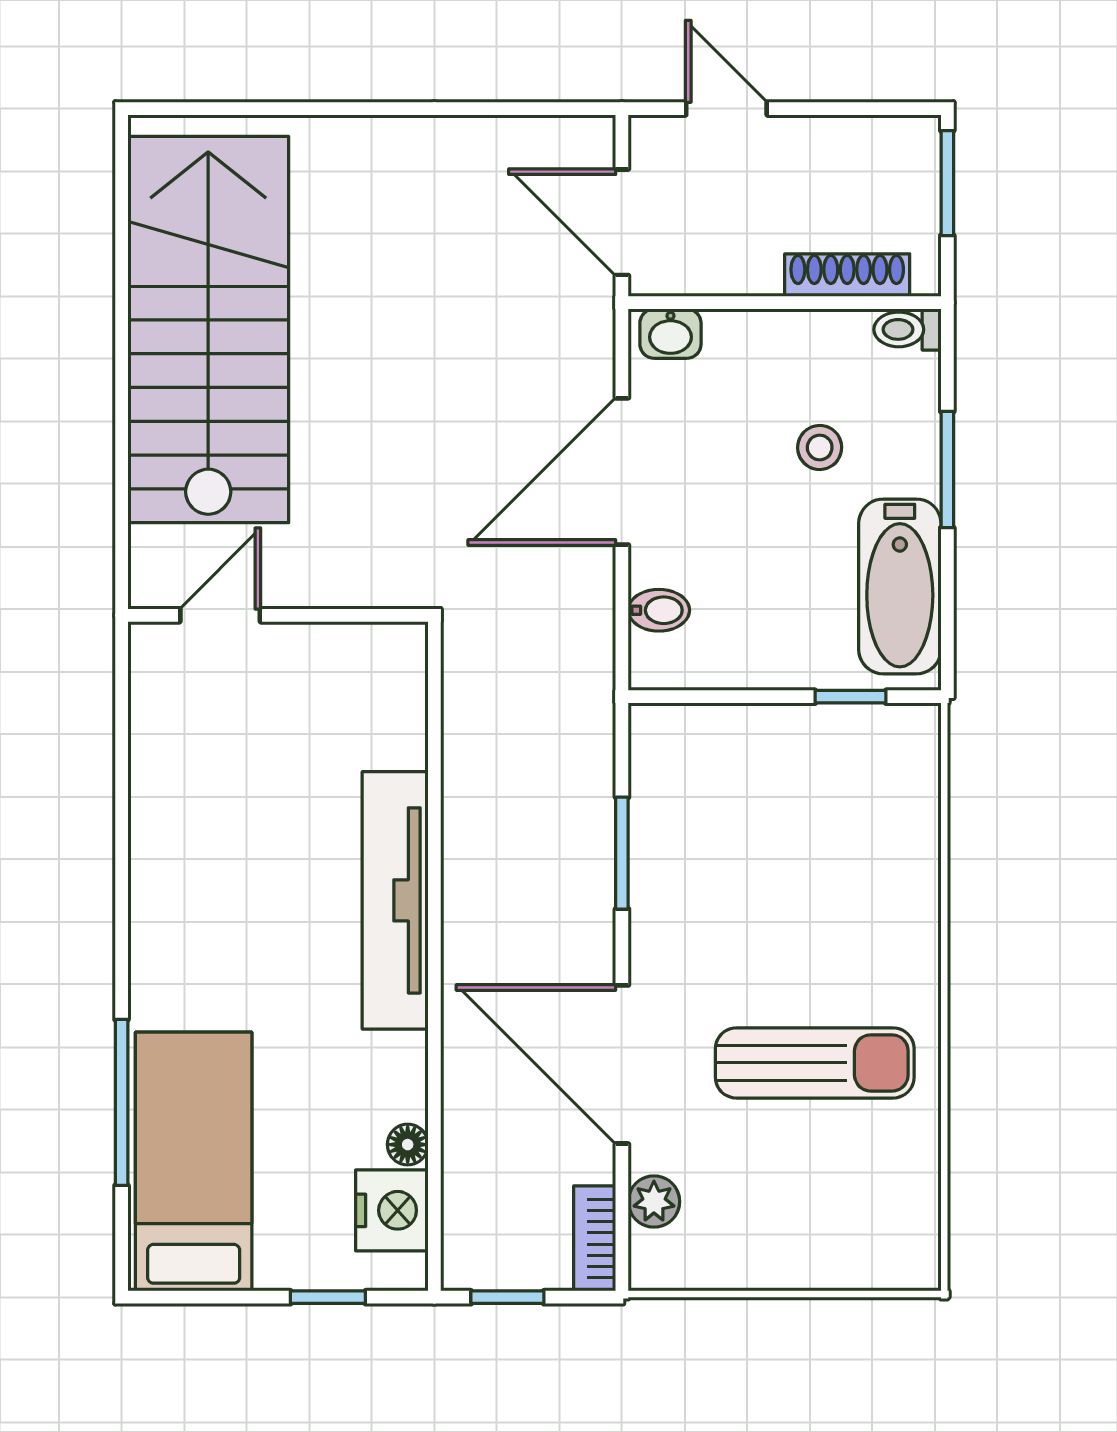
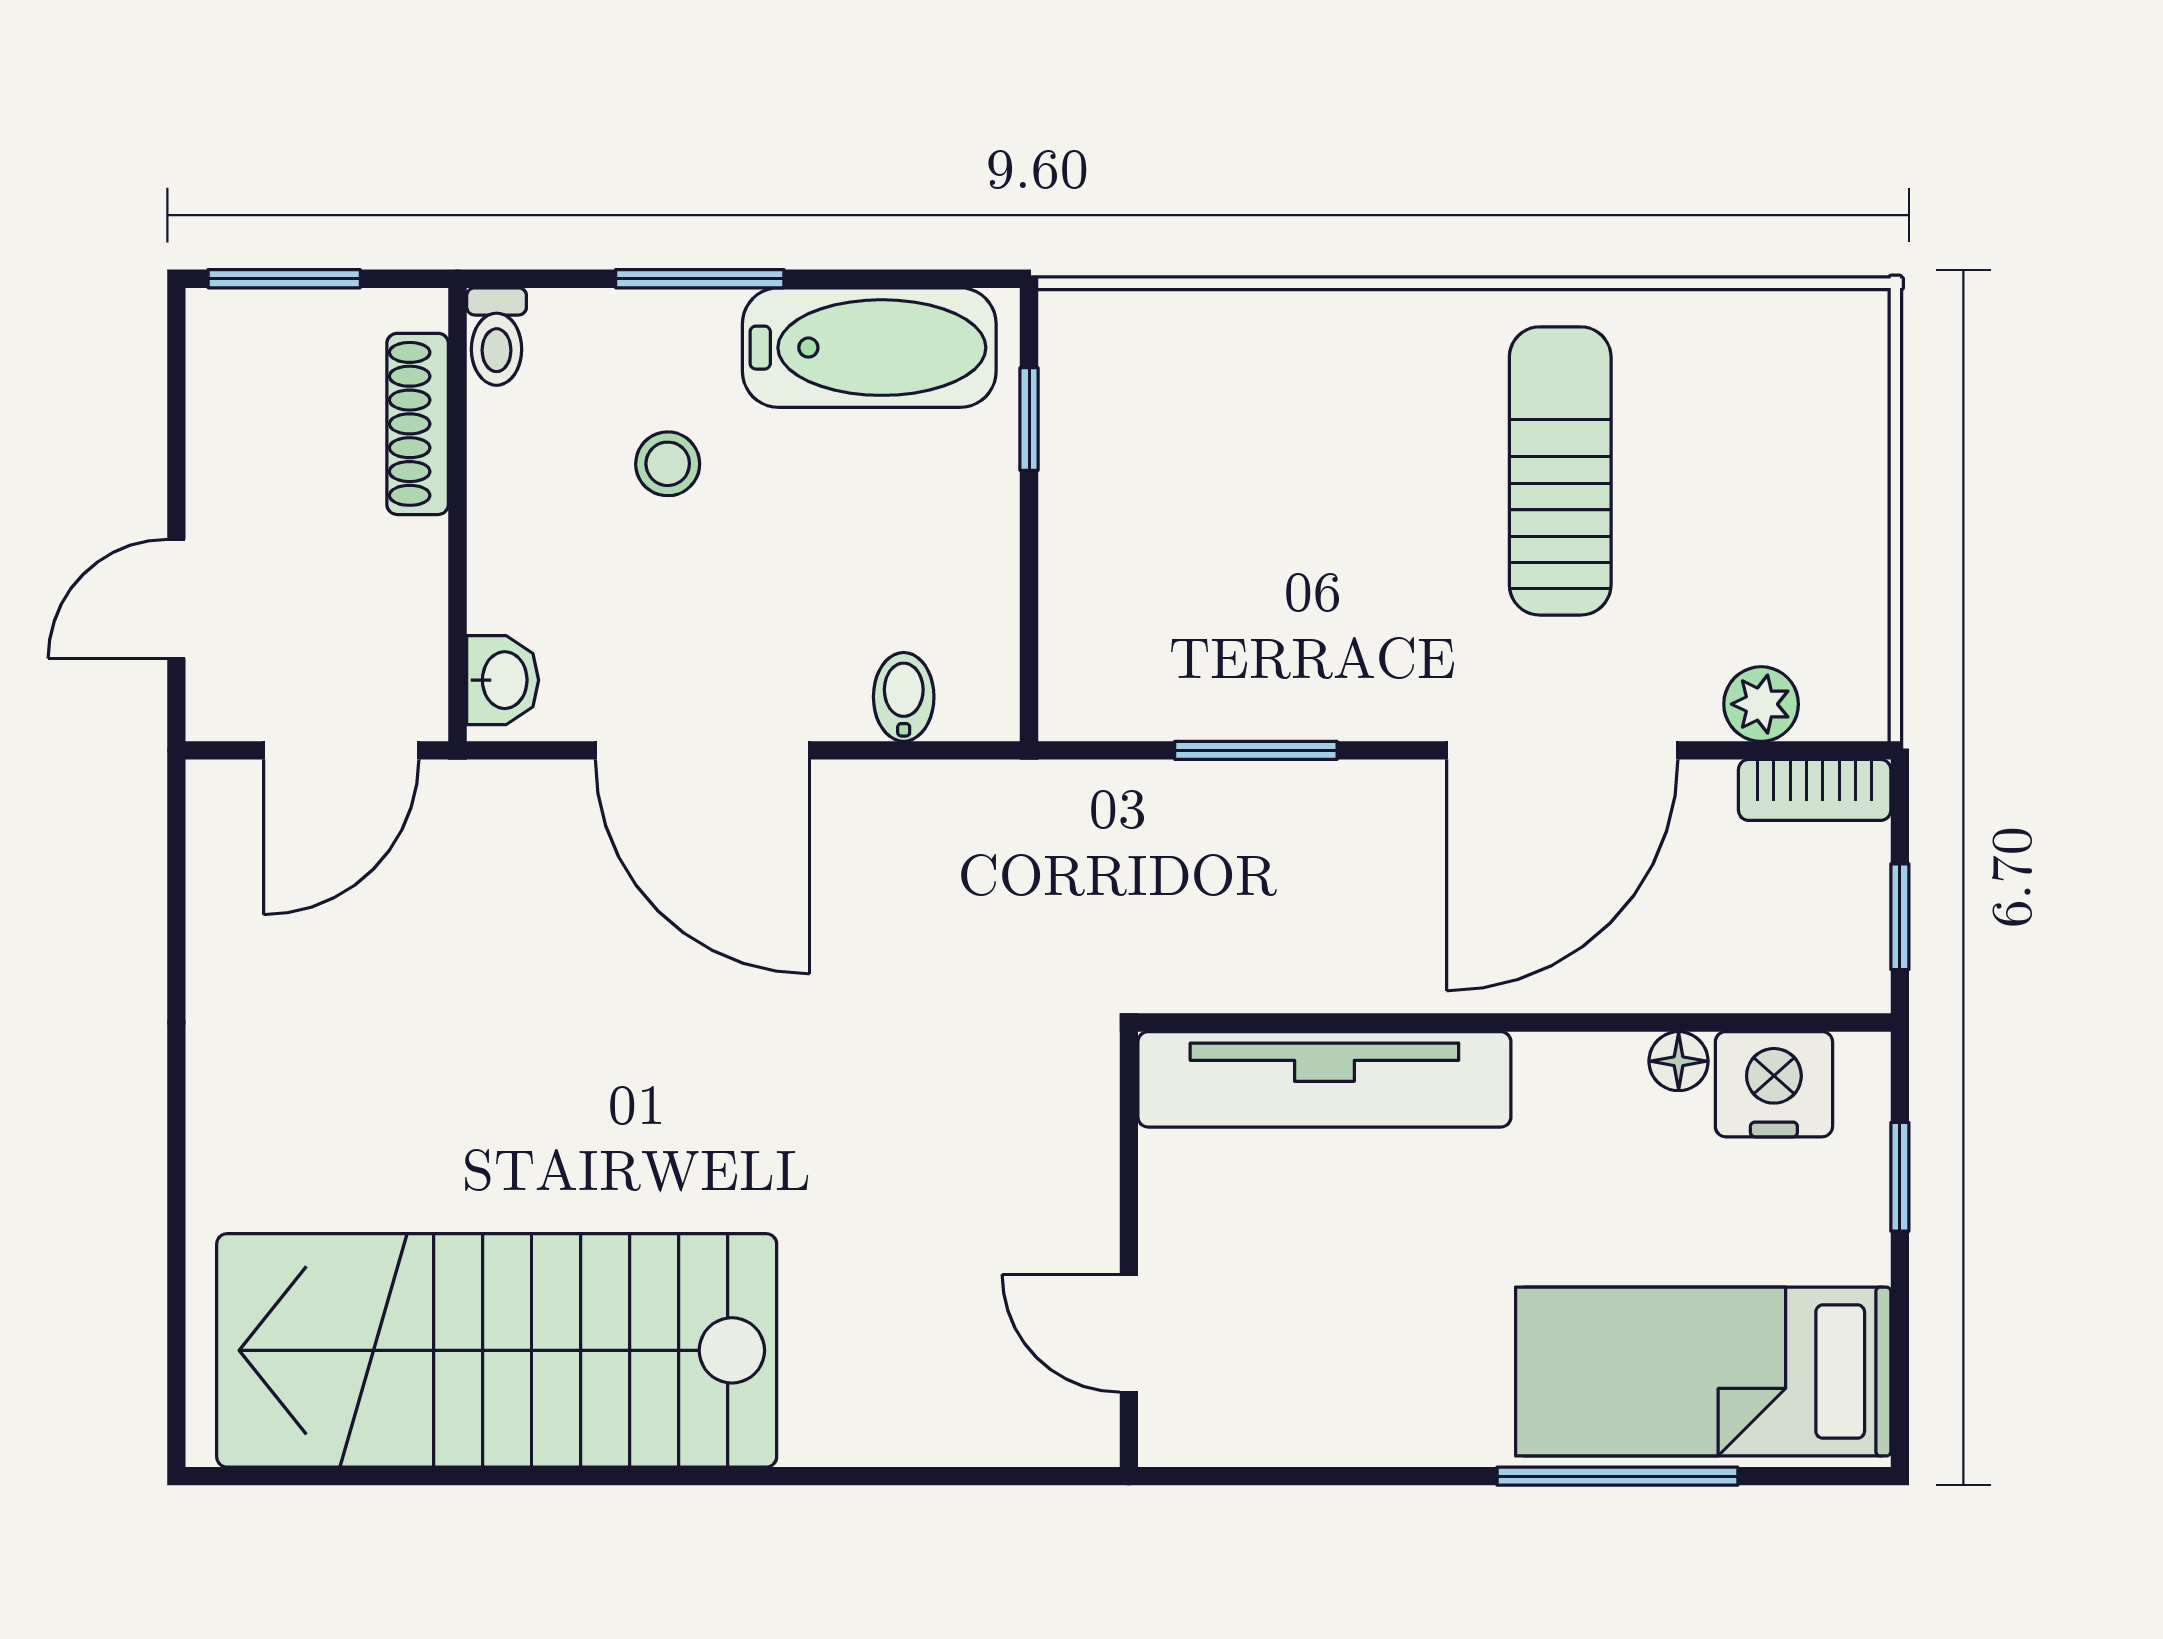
door: (220, 615) -> (1129, 1333), moved
wall: (278, 615) -> (1129, 1249), moved

